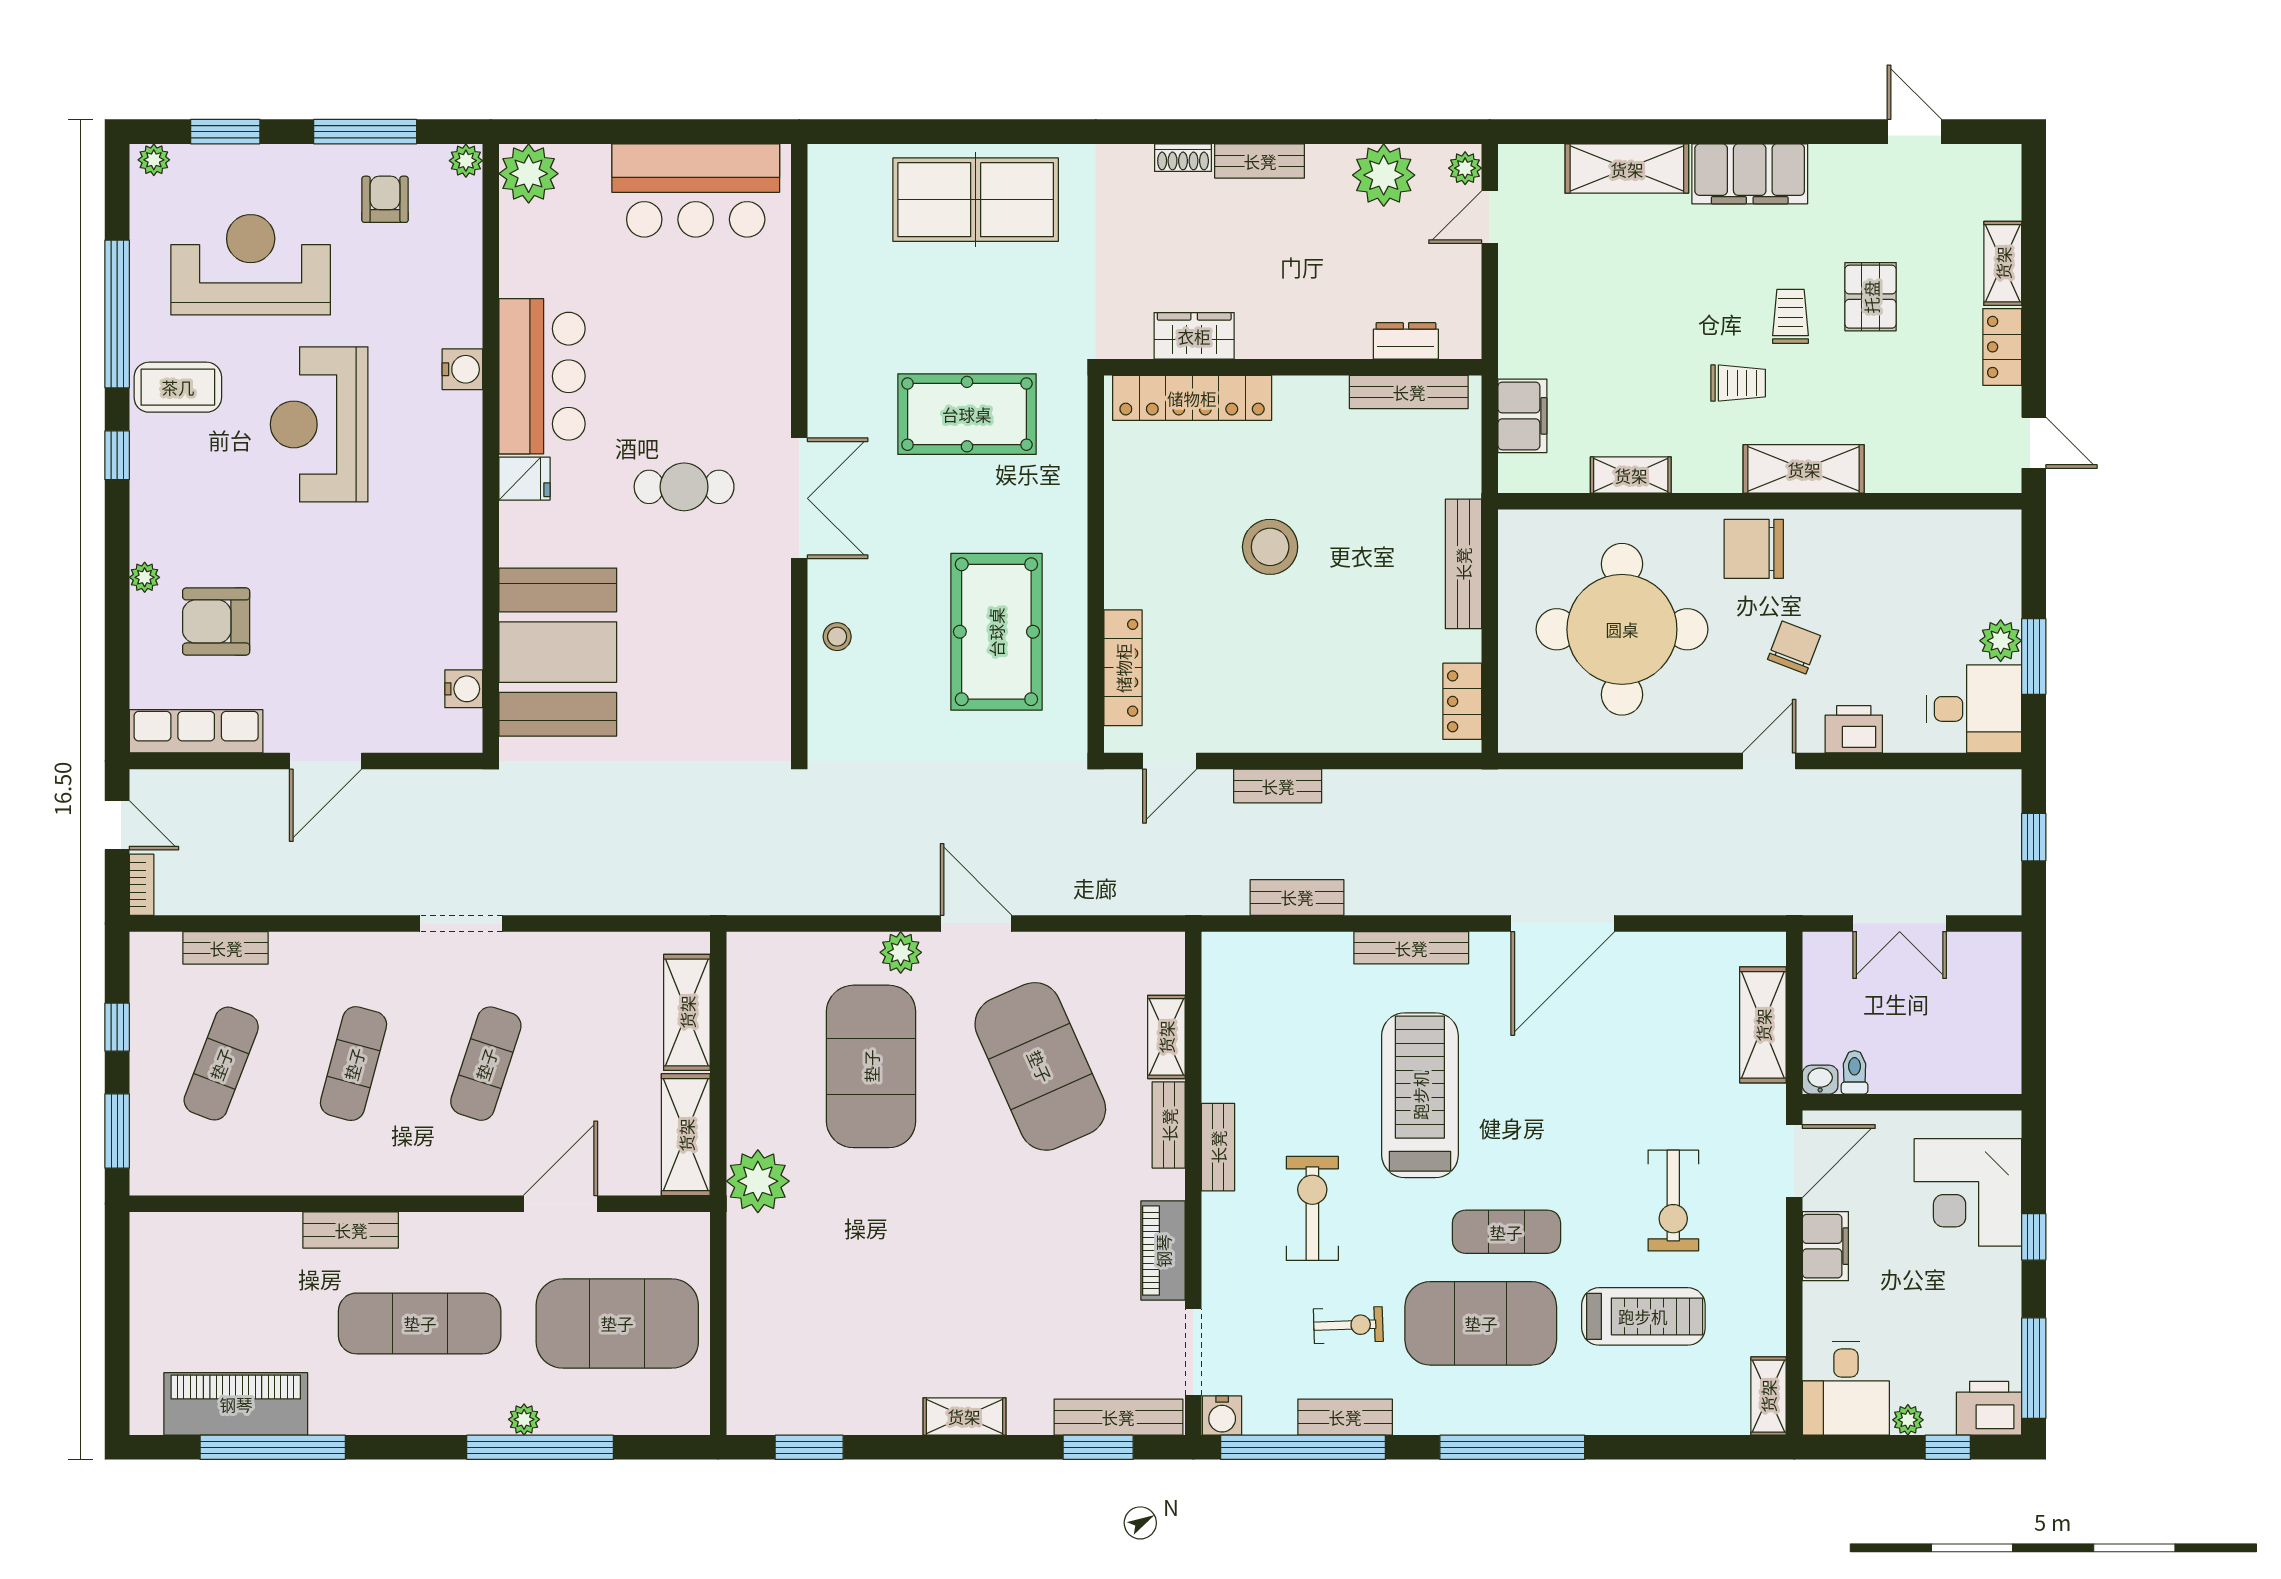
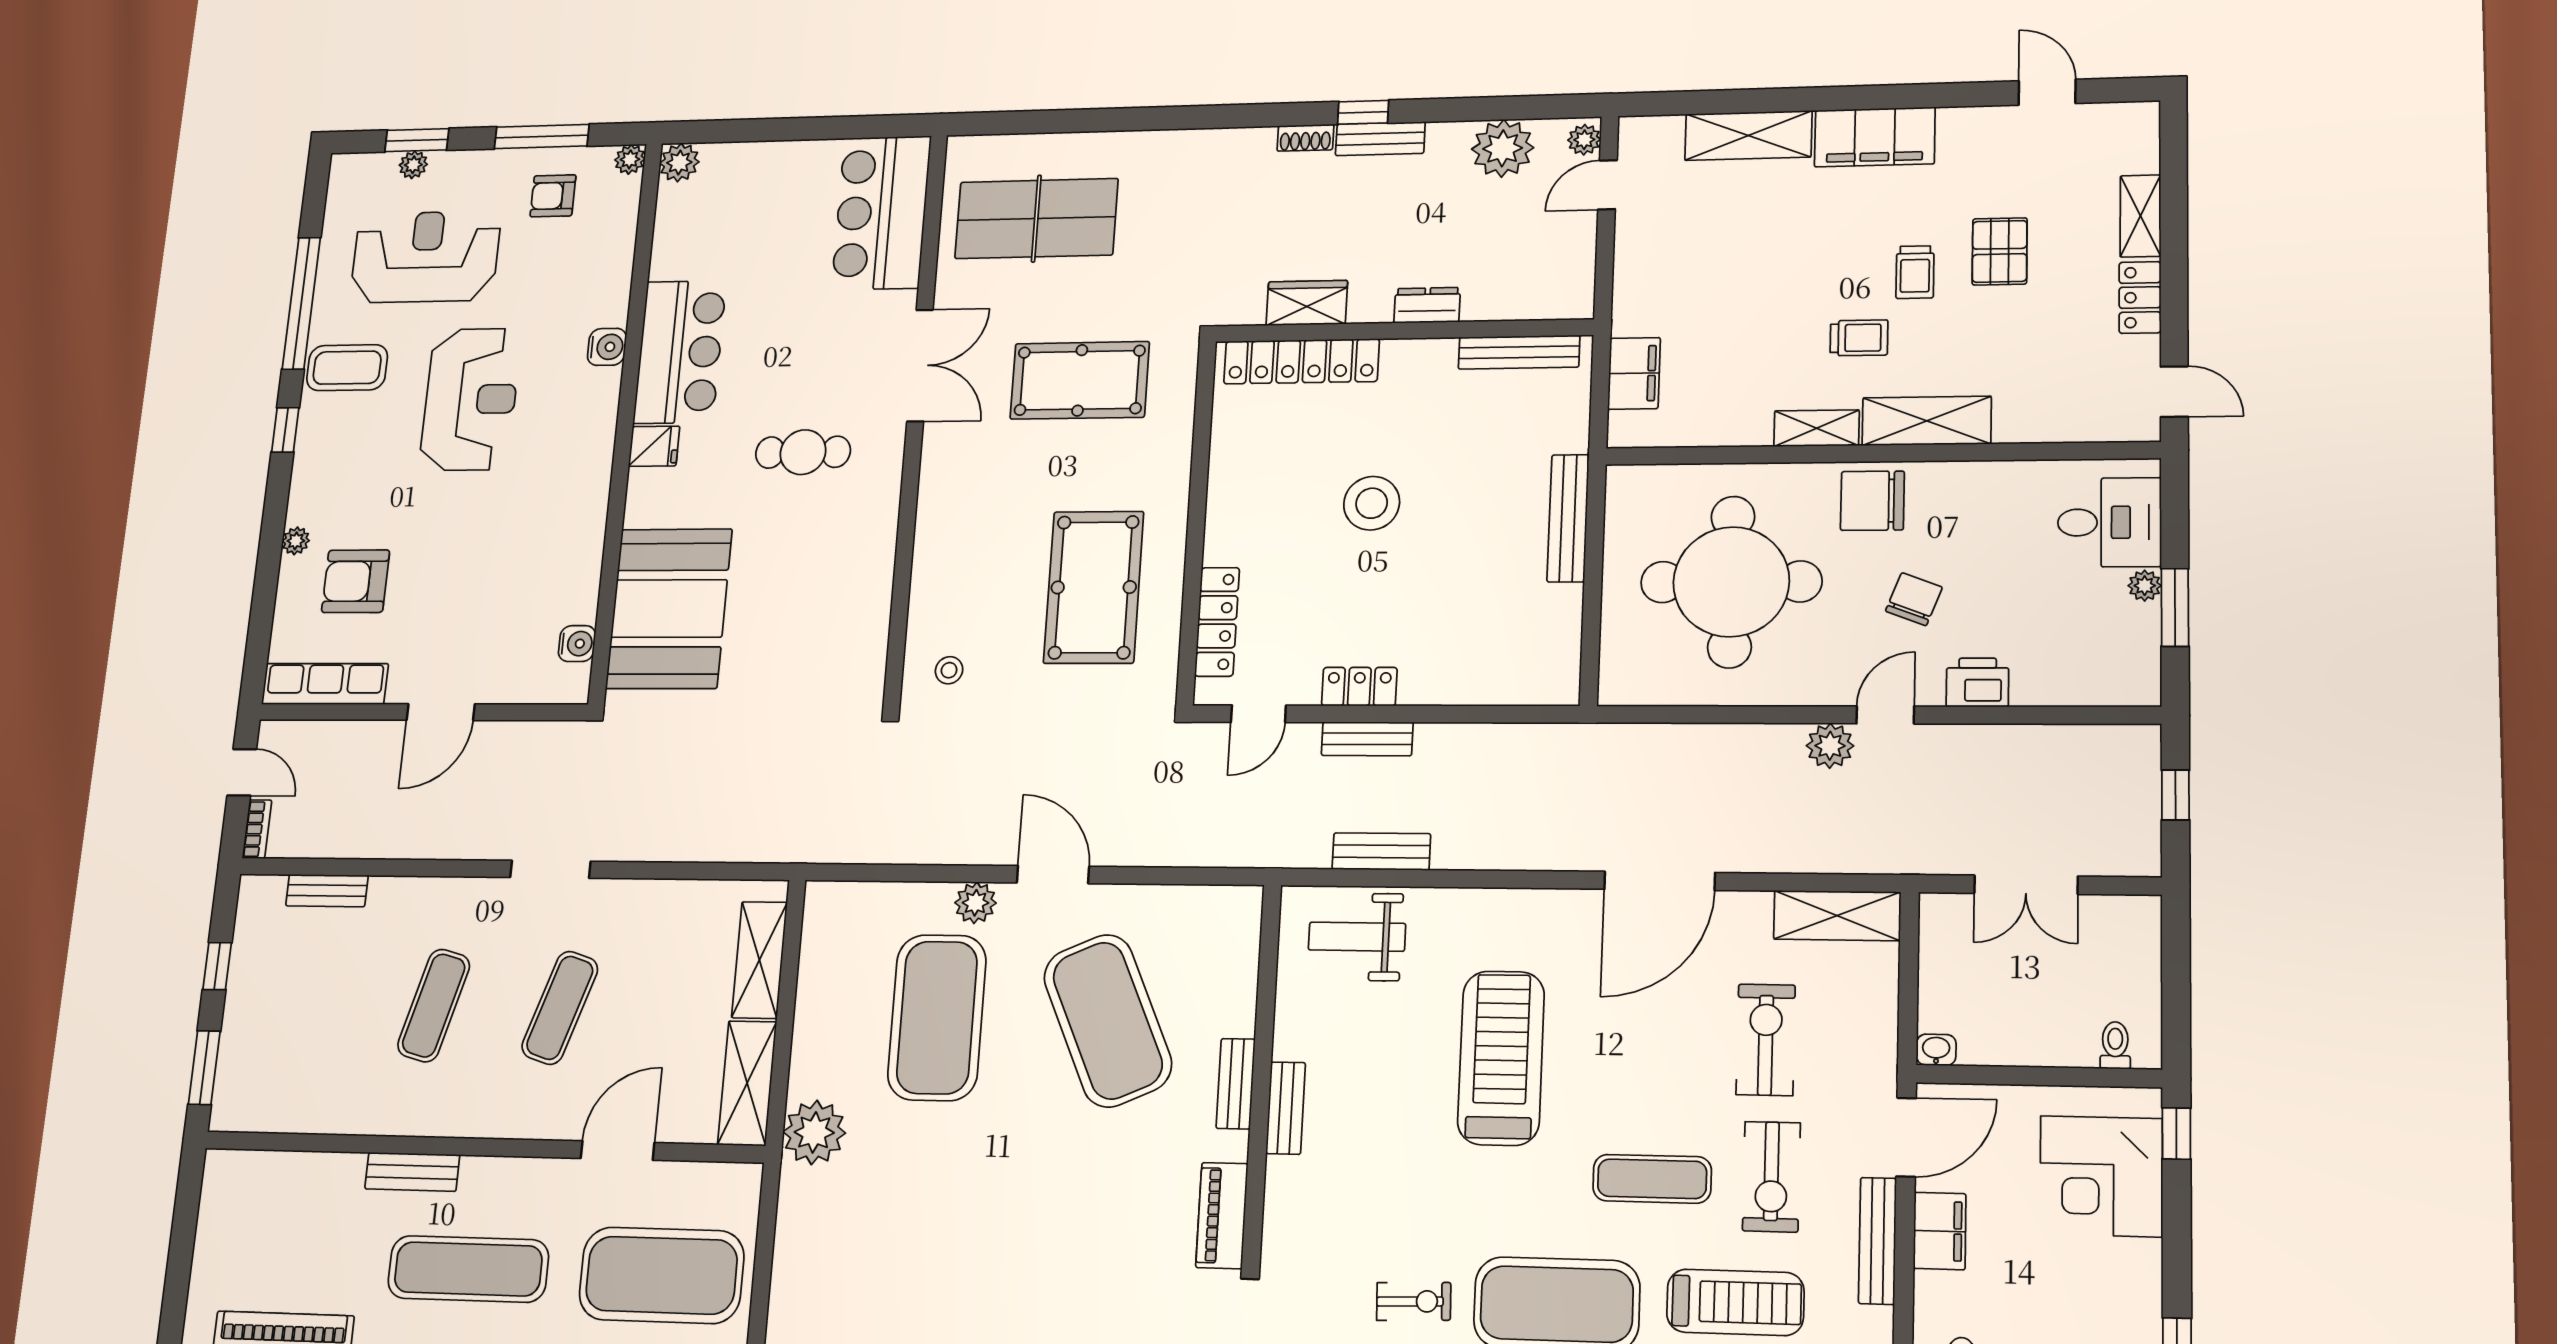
window: (1241, 132) -> (1363, 112), added
plant: (154, 160) -> (413, 165), moved
plant: (529, 174) -> (679, 163), width x0.73, depth x0.73
bar counter: (696, 190) -> (881, 213), moved, turned 90
armchair: (385, 199) -> (553, 196), turned -90
table tennis table: (976, 200) -> (1036, 219), moved
trolley: (1790, 316) -> (1915, 272), turned 180
dresser: (1406, 341) -> (1427, 305), moved
reception desk: (319, 424) -> (470, 399), turned 180
shelving: (1631, 475) -> (1817, 428), moved
double door: (799, 498) -> (920, 366), moved
stool: (837, 637) -> (949, 670), moved
plant: (2001, 641) -> (2145, 586), width x0.73, depth x0.73
locker: (1462, 701) -> (1359, 687), moved, turned 90
desk: (1974, 709) -> (2109, 522), moved
plant: (1718, 791) -> (1830, 746), added
bench: (1411, 948) -> (1877, 1241), moved, turned 90
weight bench: (1278, 981) -> (1357, 937), added
shelving: (1763, 1025) -> (1837, 916), moved, turned 90
shelving: (1166, 1037) -> (1239, 992), removed
exercise mat: (221, 1064) -> (309, 1003), removed
toilet: (1855, 1072) -> (2115, 1045), moved
exercise bike: (1312, 1208) -> (1766, 1040), moved
exercise mat: (1506, 1232) -> (1652, 1179), moved
window: (2034, 1237) -> (2176, 1133), moved

